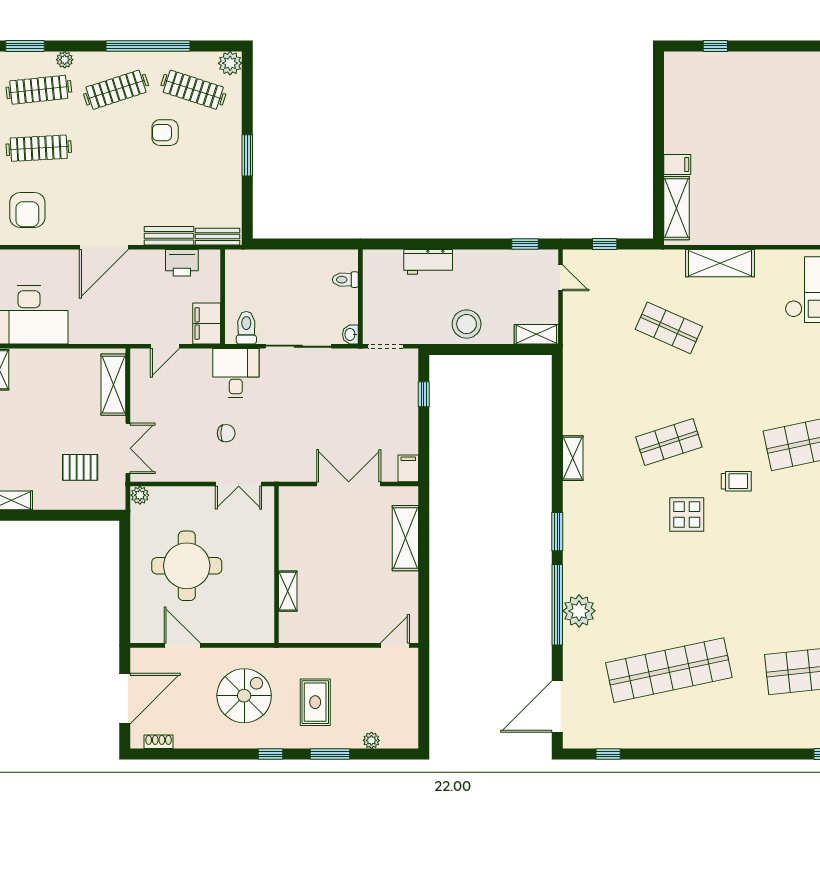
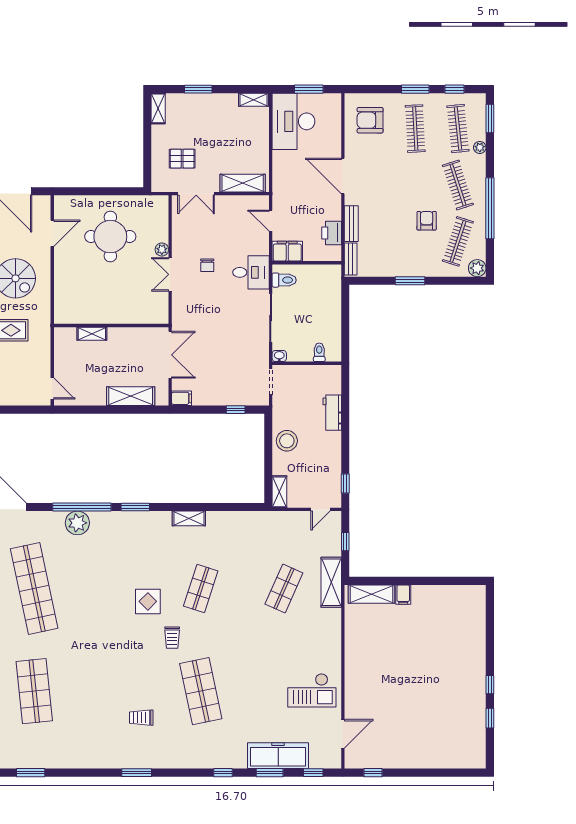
window: (715, 46) -> (490, 685), moved
shelving: (720, 263) -> (331, 582), moved
shop shelf: (669, 442) -> (201, 588), turned 36
pallet: (80, 467) -> (182, 159), turned 90
plant: (140, 495) -> (162, 250), moved
wall: (276, 565) -> (111, 326), moved
shelving: (288, 591) -> (92, 334), moved

